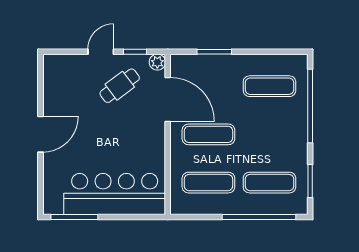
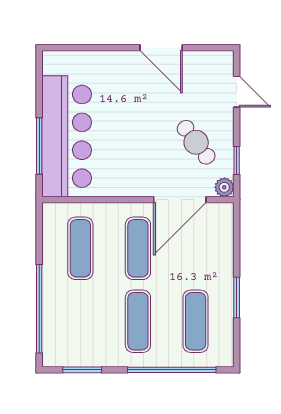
door: (101, 52) -> (237, 92), moved
window: (214, 52) -> (237, 298), moved
door: (40, 134) -> (161, 48), moved
exercise mat: (269, 183) -> (138, 321), moved
window: (74, 217) -> (39, 146), moved

